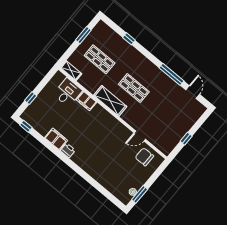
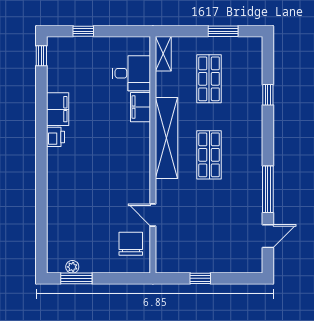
shelving: (110, 101) -> (167, 138), width x1.47

